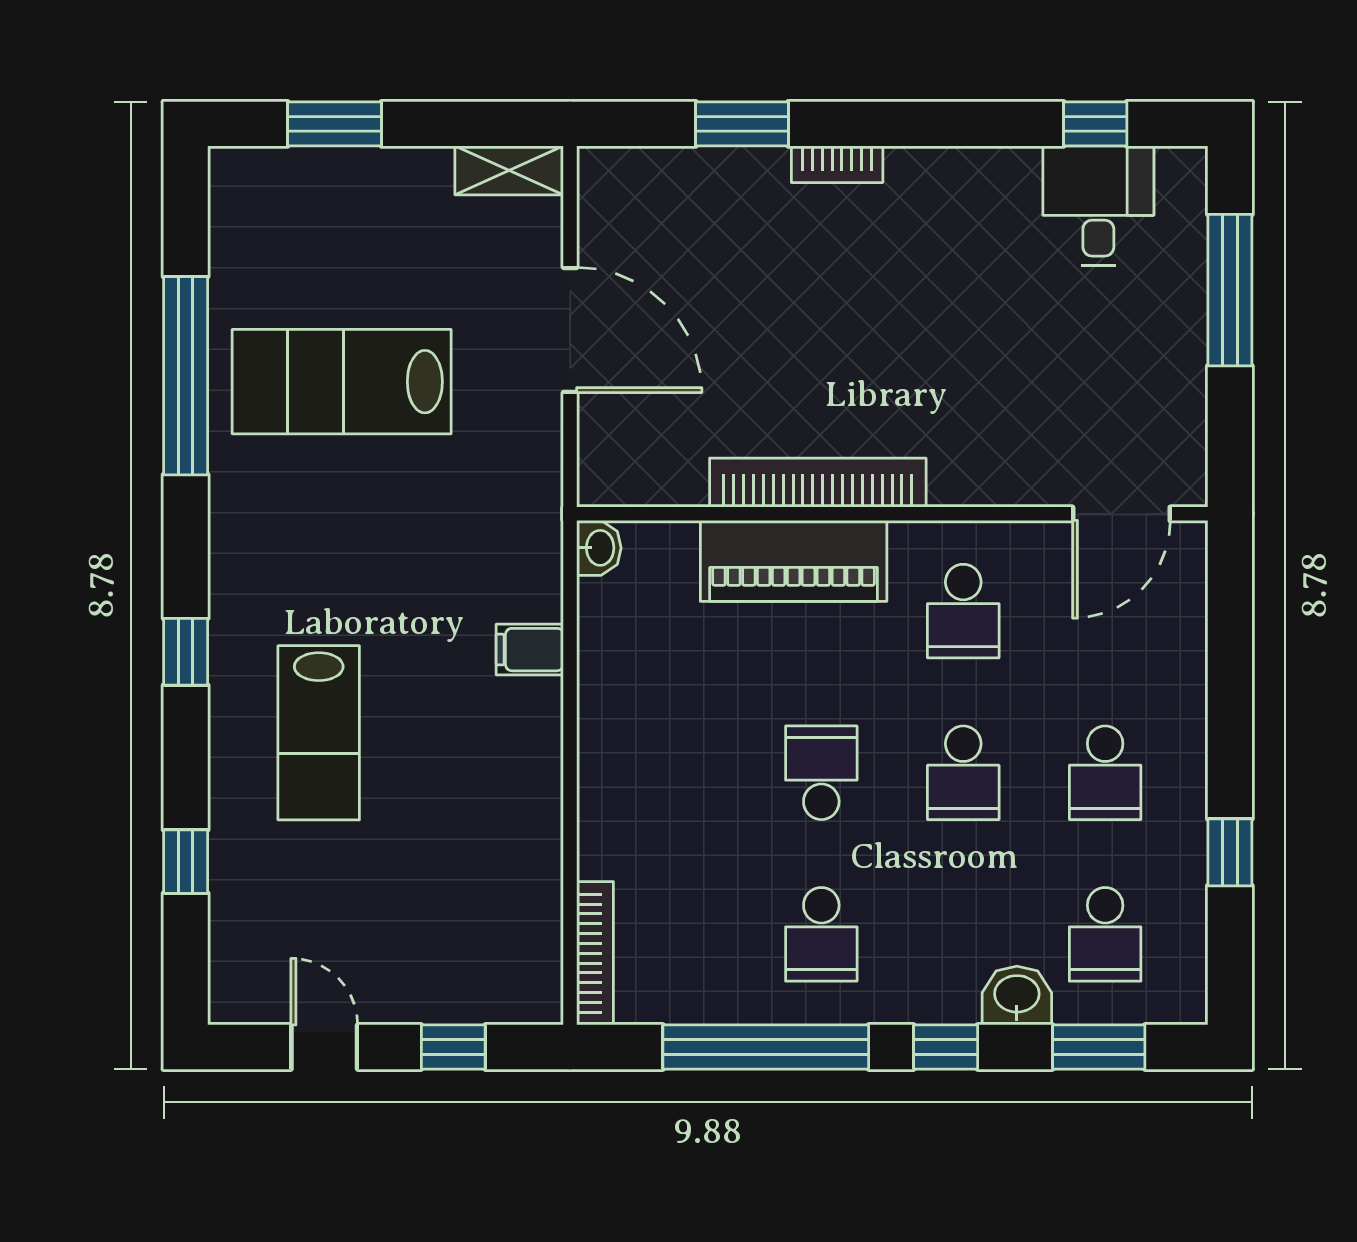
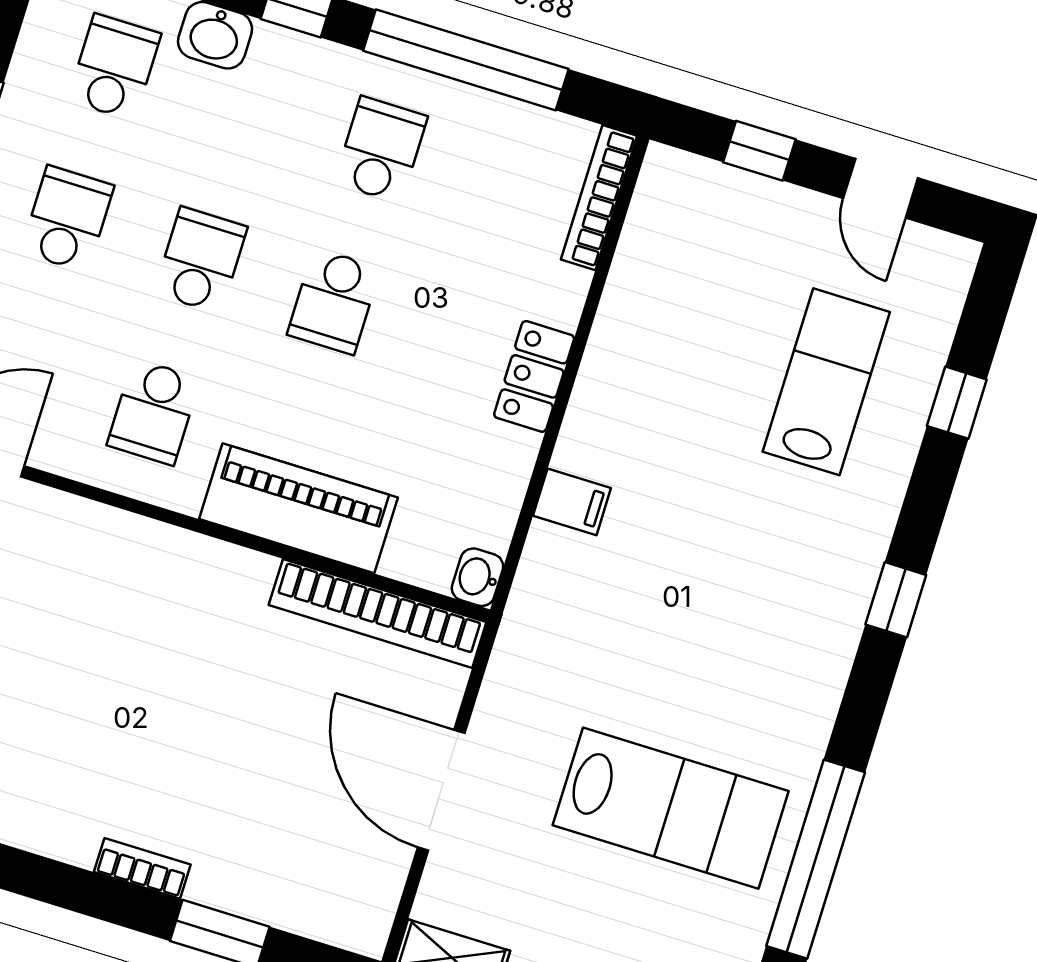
bookcase: (818, 483) -> (378, 613), moved
school desk: (963, 611) -> (154, 412), turned 180
lab bench: (319, 733) -> (826, 382), moved
locker: (604, 760) -> (534, 376), added

